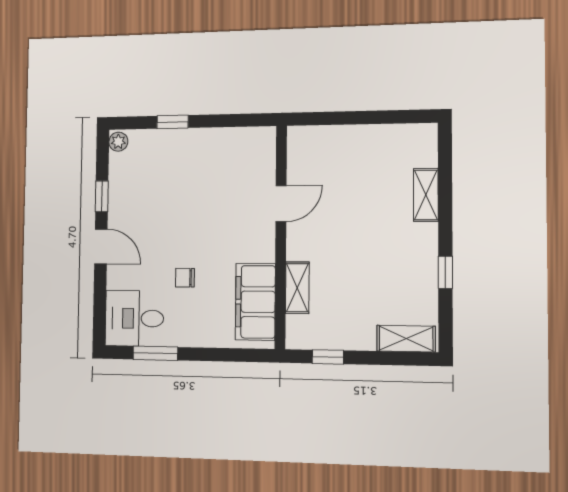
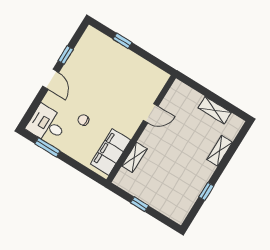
plant: (118, 142) -> (90, 33), removed
shelving: (406, 339) -> (215, 110), moved
window: (328, 357) -> (140, 204), moved

